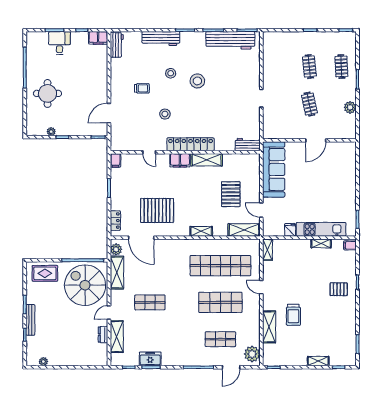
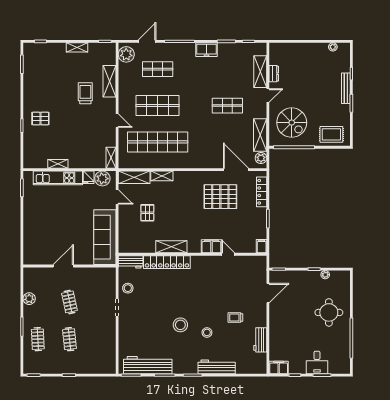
workbench: (117, 45) -> (260, 340), moved
stool: (165, 114) -> (128, 288), moved
locker: (191, 144) -> (167, 262), moved
filing cabinet: (180, 160) -> (211, 246), moved
pallet: (231, 194) -> (147, 213), width x0.67, depth x0.71
locker: (115, 221) -> (262, 192), width x1.53
plant: (276, 229) -> (102, 179), added
shelving: (201, 231) -> (162, 176), moved
filing cabinet: (350, 245) -> (29, 162), removed
spiral stairs: (85, 285) -> (292, 123), width x0.73, depth x0.73
freezer: (150, 359) -> (207, 50), moved
shelving: (318, 361) -> (77, 47), moved

